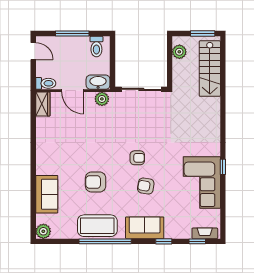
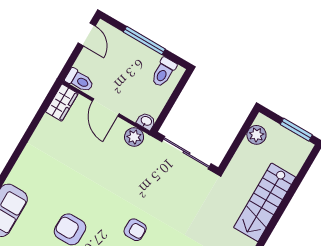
stairs: (210, 69) -> (265, 202), moved
washbasin: (98, 82) -> (146, 121), width x0.52, depth x0.69

